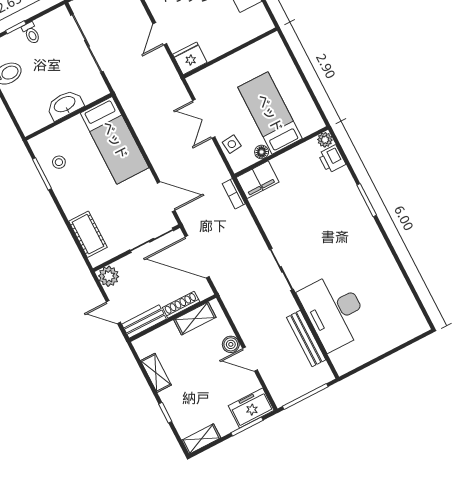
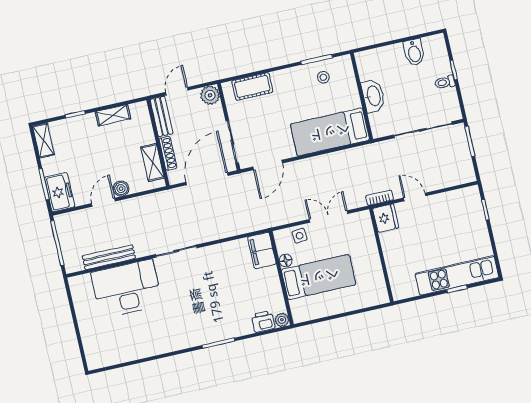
bookcase: (234, 194) -> (379, 198), moved

